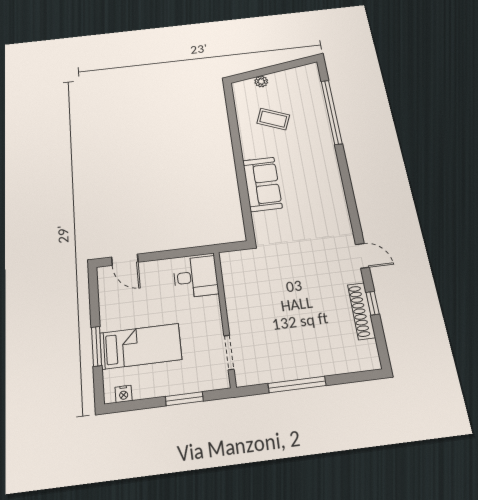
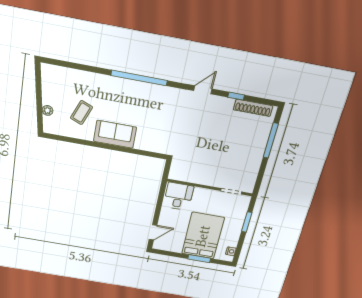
window: (332, 112) -> (139, 78), moved
sofa: (262, 184) -> (115, 134), moved
shoe rack: (361, 311) -> (253, 108), moved
bed: (141, 346) -> (203, 236), width x1.50
window: (297, 384) -> (271, 140), moved

